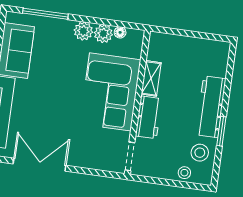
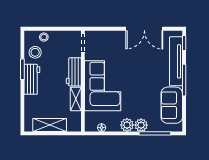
plant: (103, 34) -> (141, 125), moved
shelving: (193, 46) -> (50, 125), added
workbench: (211, 107) -> (32, 79), width x0.73

